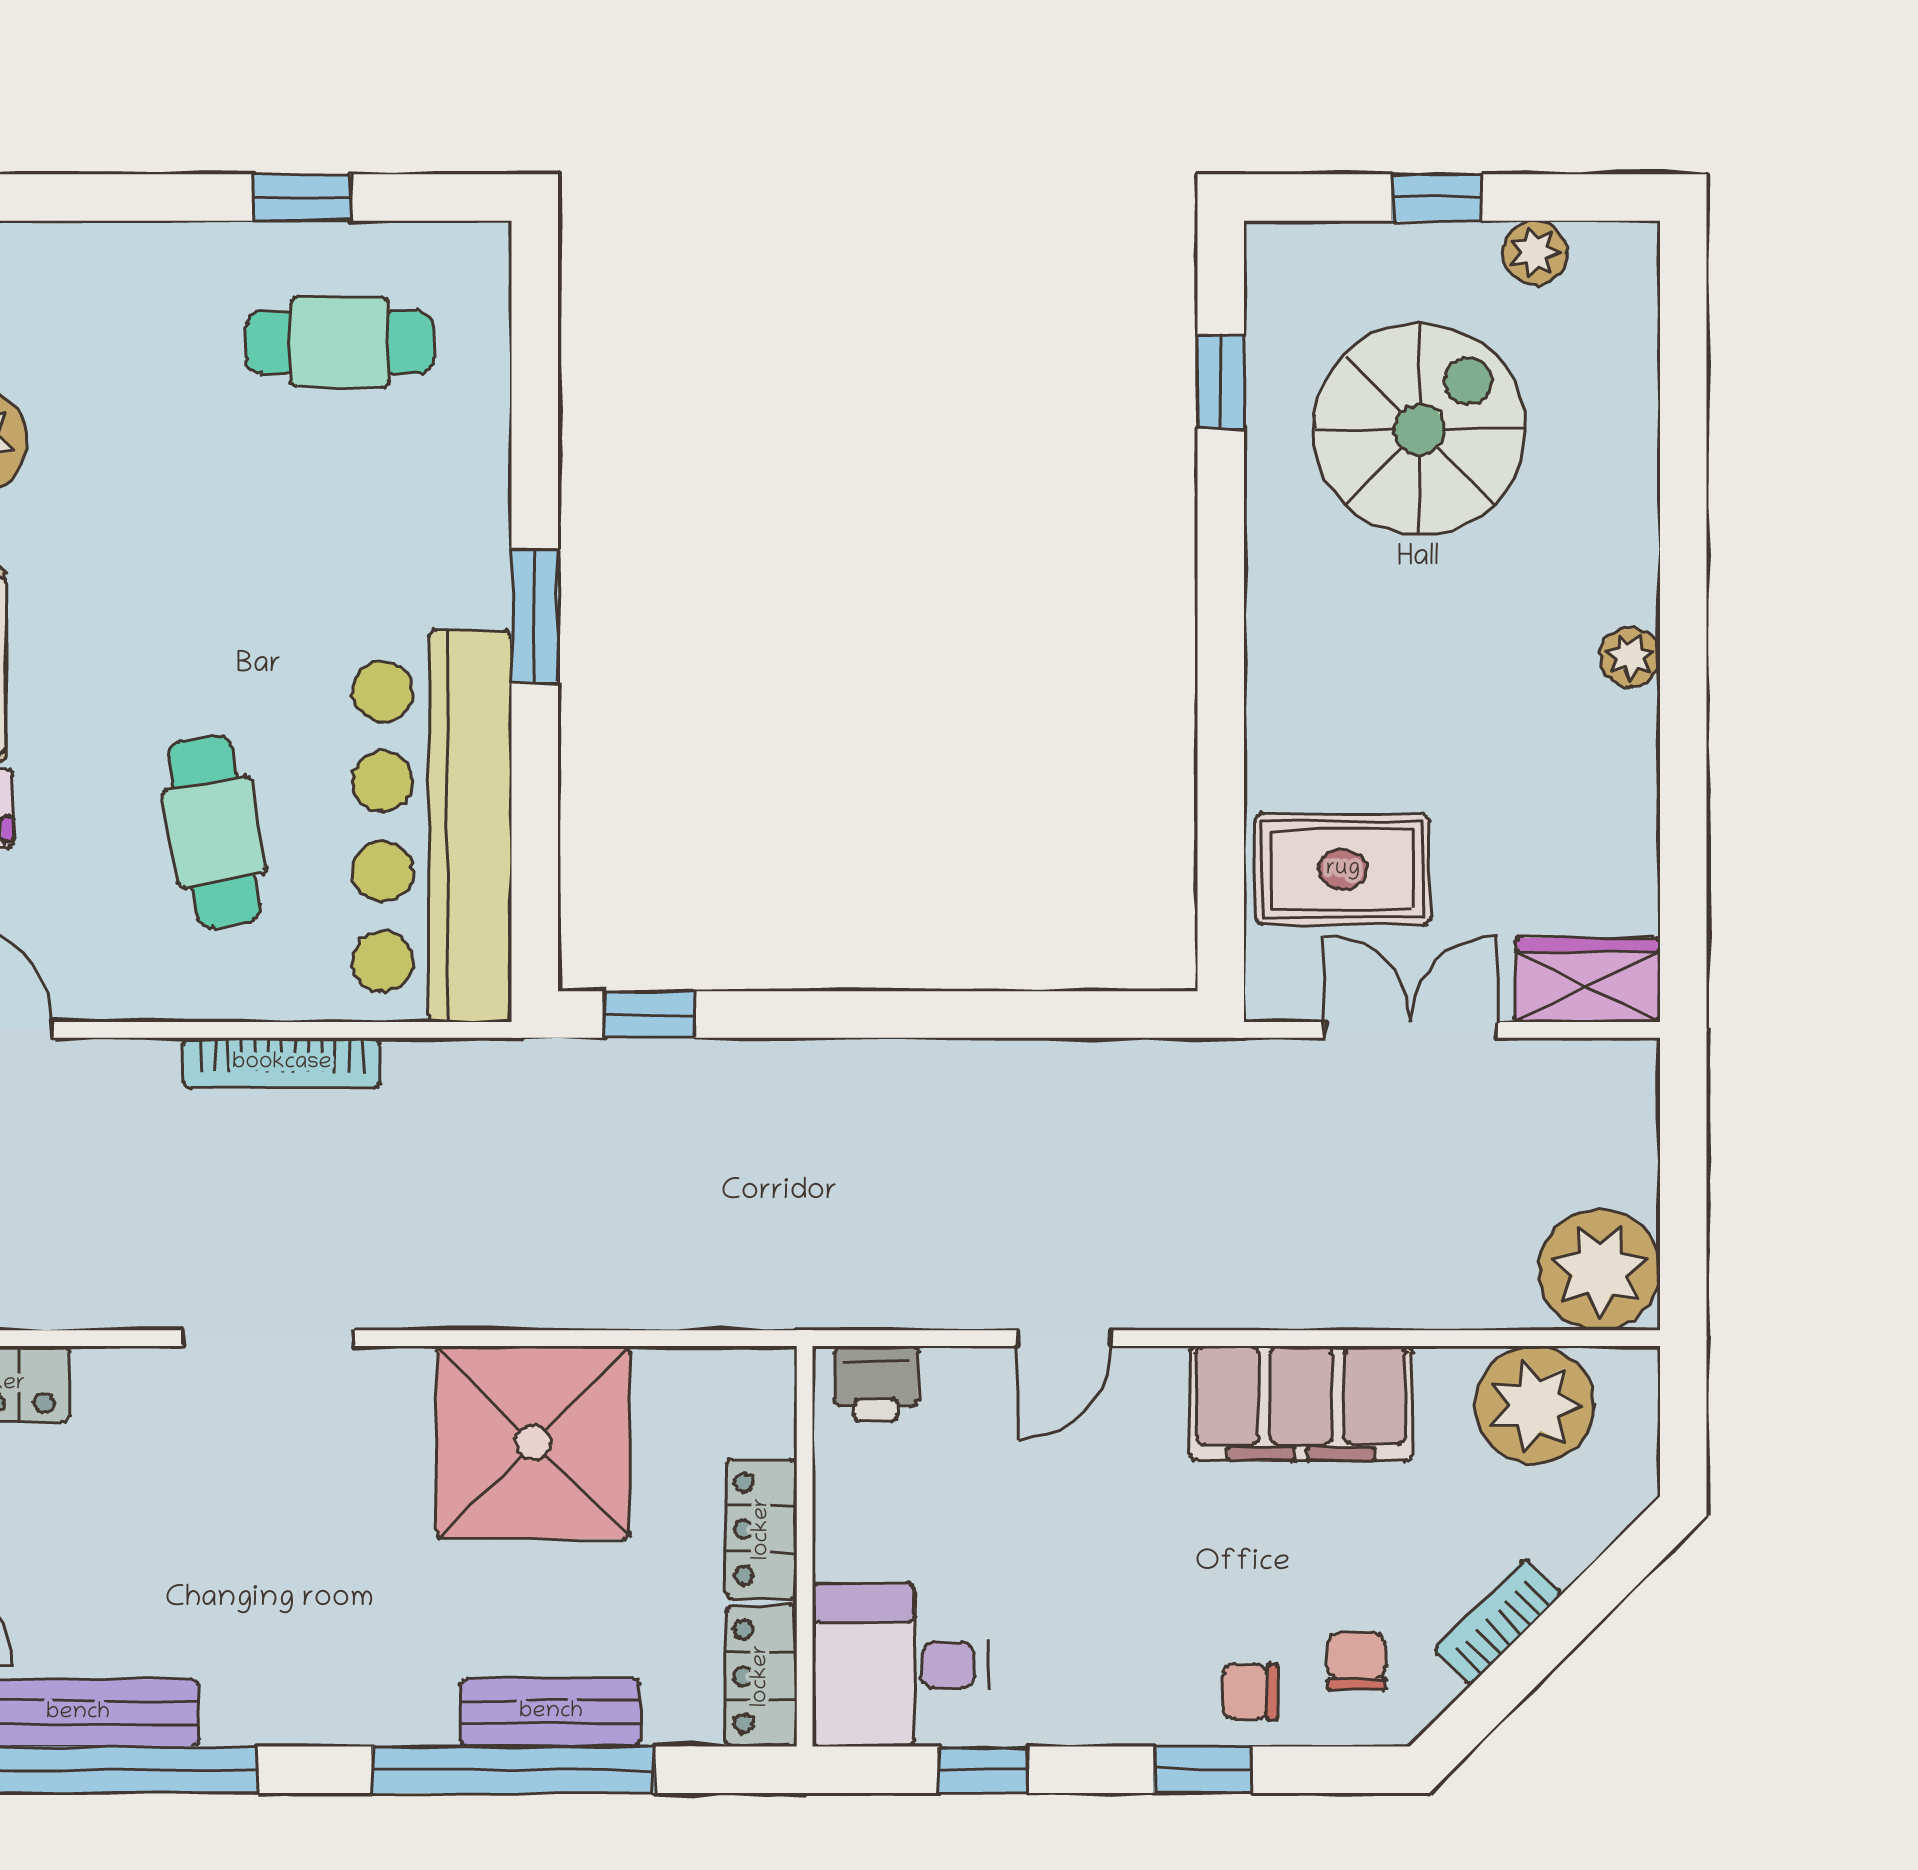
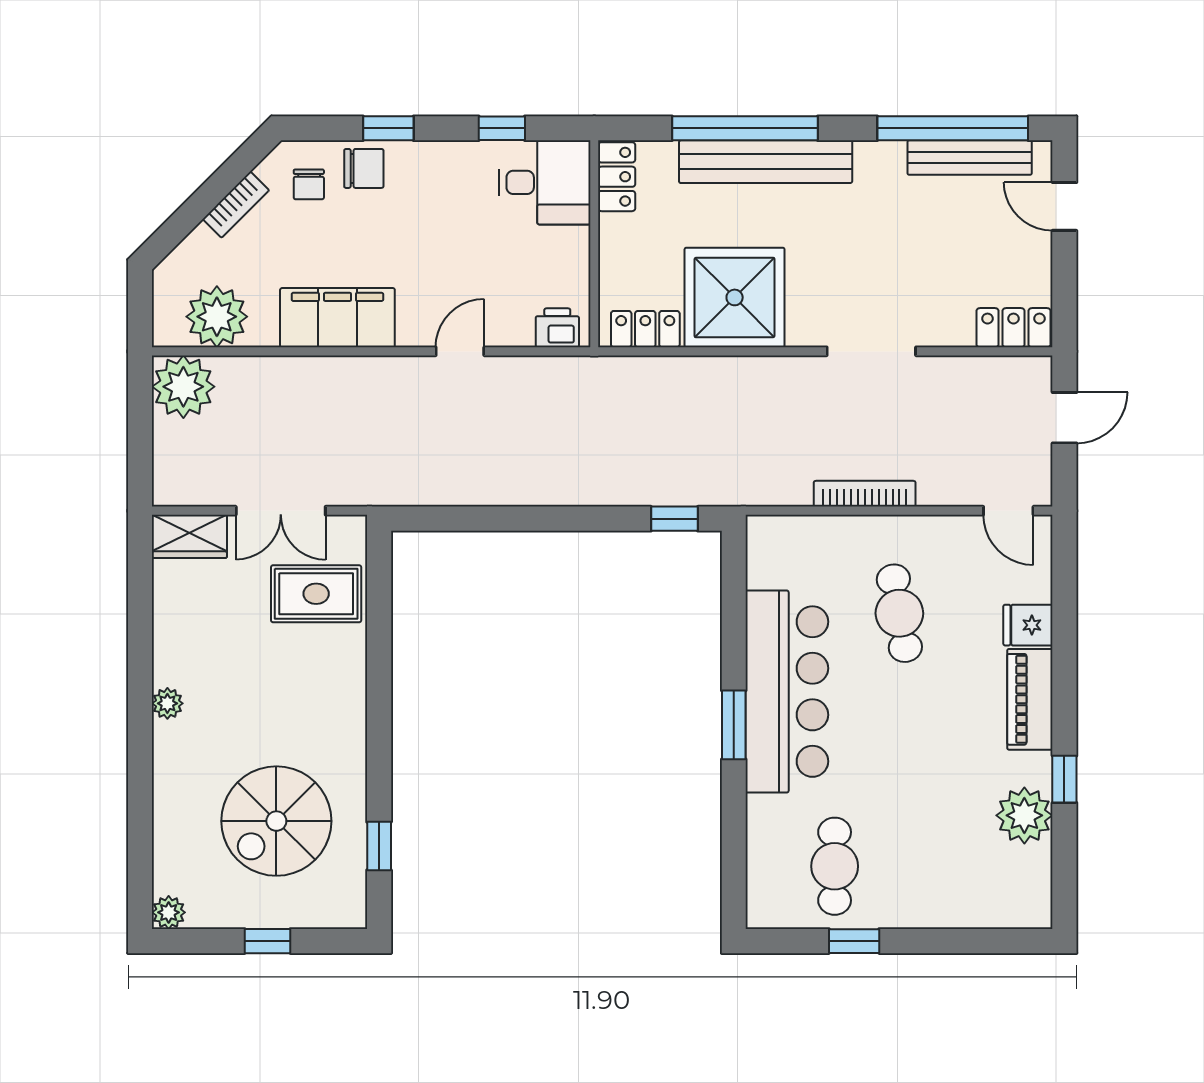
plant: (1535, 253) -> (169, 912), moved
cafe table: (340, 342) -> (835, 866), turned 90
bar counter: (432, 827) -> (787, 692), moved
locker: (762, 1529) -> (645, 329), moved, turned -90
chair: (1250, 1692) -> (364, 168), width x1.37, depth x1.37
bench: (551, 1712) -> (766, 162), width x1.86, depth x1.21

